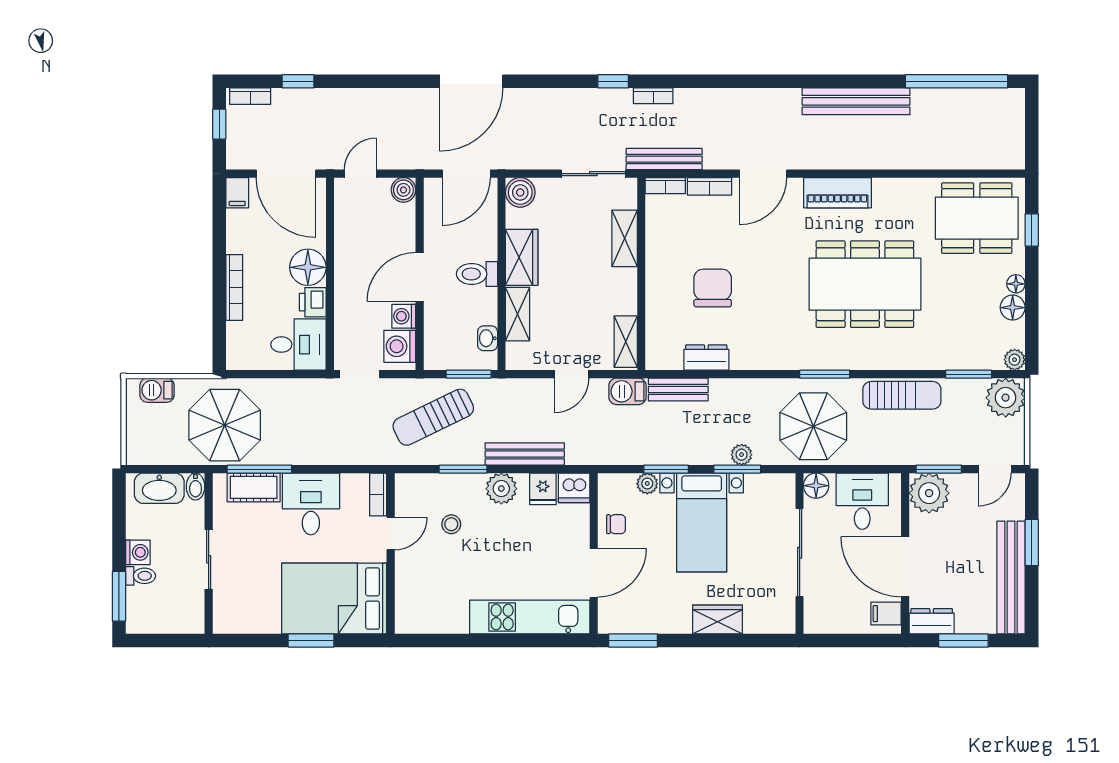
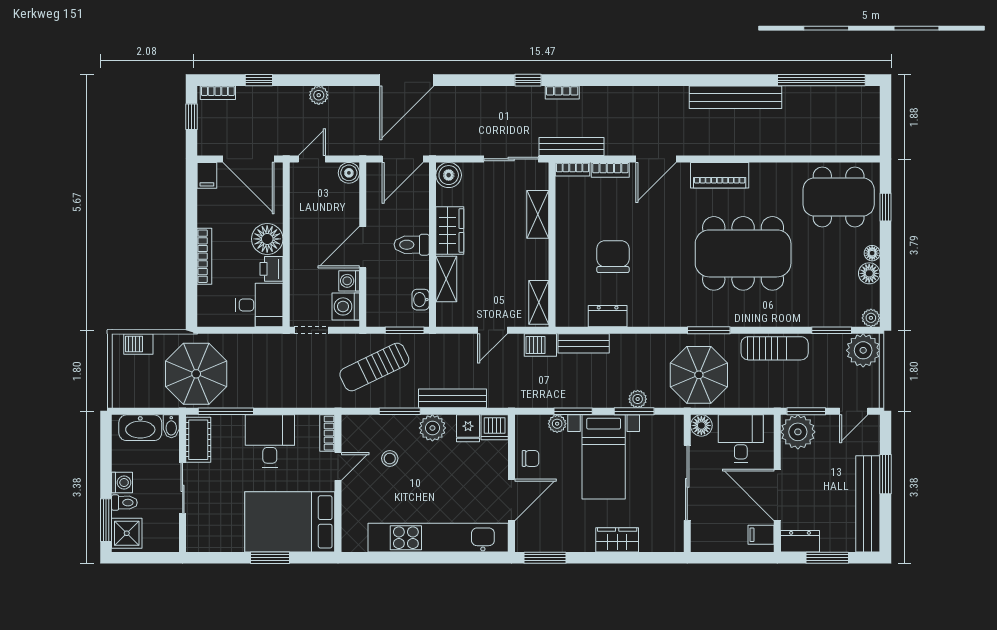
plant: (368, 99) -> (319, 95), added
cot: (254, 487) -> (198, 440), moved, turned 90
shower: (143, 612) -> (127, 533), added
kitchen unit: (530, 617) -> (438, 538), width x1.36

